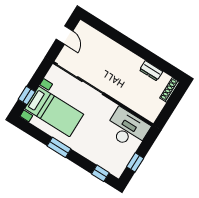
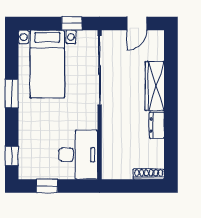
wardrobe: (114, 49) -> (155, 86), added
dresser: (151, 71) -> (157, 125), moved
window: (27, 95) -> (72, 24), moved

